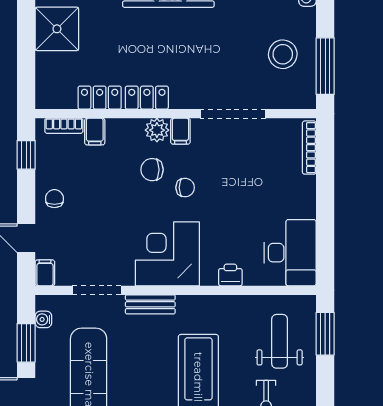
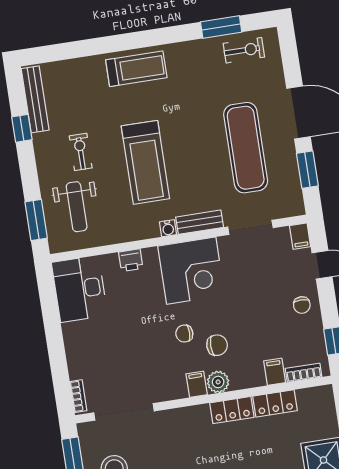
doorway: (233, 114) -> (124, 412), moved
bookcase: (309, 148) -> (78, 396), width x0.64
water cooler: (43, 319) -> (168, 228), moved, turned 90

